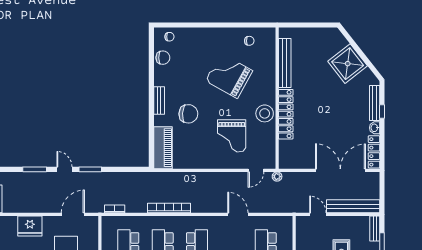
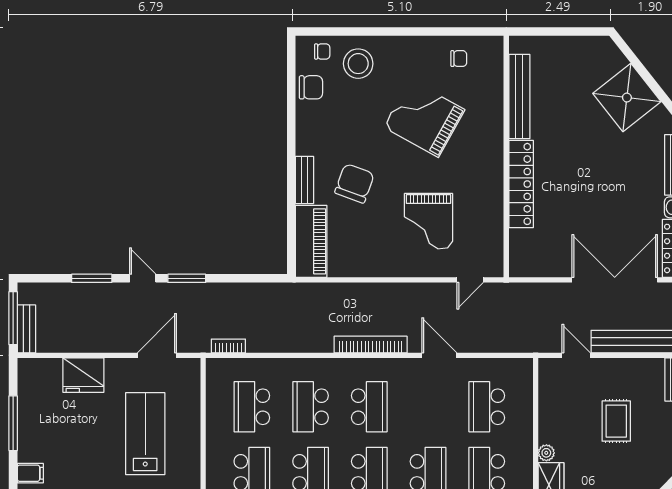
bench: (159, 101) -> (304, 180), moved
stool: (265, 113) -> (358, 64), moved
chair: (188, 114) -> (355, 183), turned -73
plant: (277, 177) -> (506, 291), removed
bookcase: (169, 208) -> (371, 344), moved

